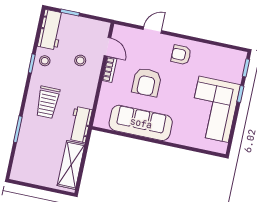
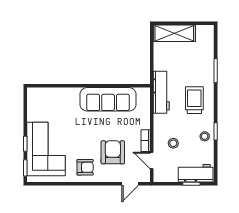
workbench: (51, 30) -> (196, 173), moved, turned 90
door: (152, 30) -> (130, 184), moved
armchair: (147, 82) -> (113, 152), moved
corner sofa: (214, 109) -> (46, 149), moved
workbench: (80, 125) -> (161, 92), width x1.38
shelving: (71, 165) -> (174, 33), moved, turned 90

